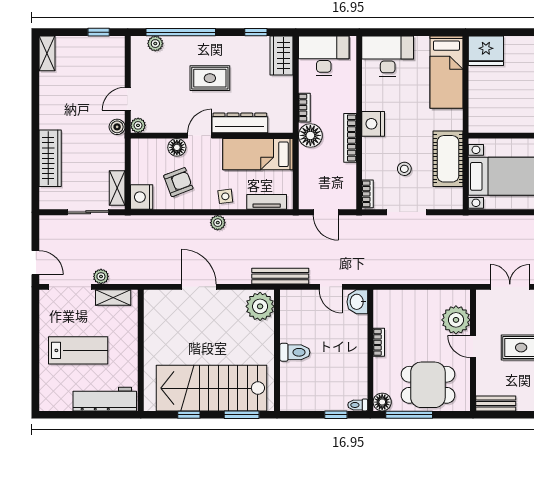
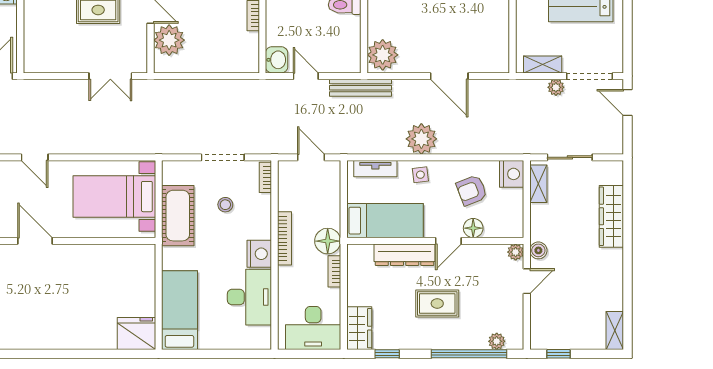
desk: (388, 56) -> (249, 297), moved, turned -90
plant: (218, 223) -> (421, 139), width x1.88, depth x1.88

